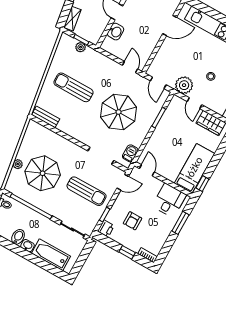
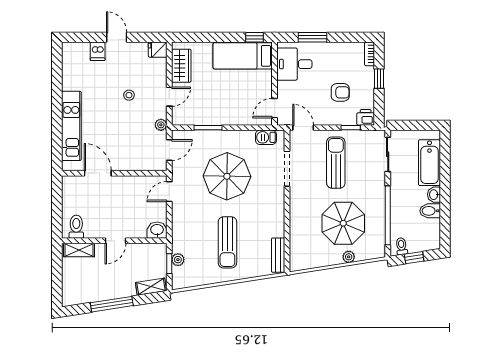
washbasin: (116, 32) -> (157, 230), moved
plant: (184, 85) -> (161, 125), width x0.53, depth x0.53

